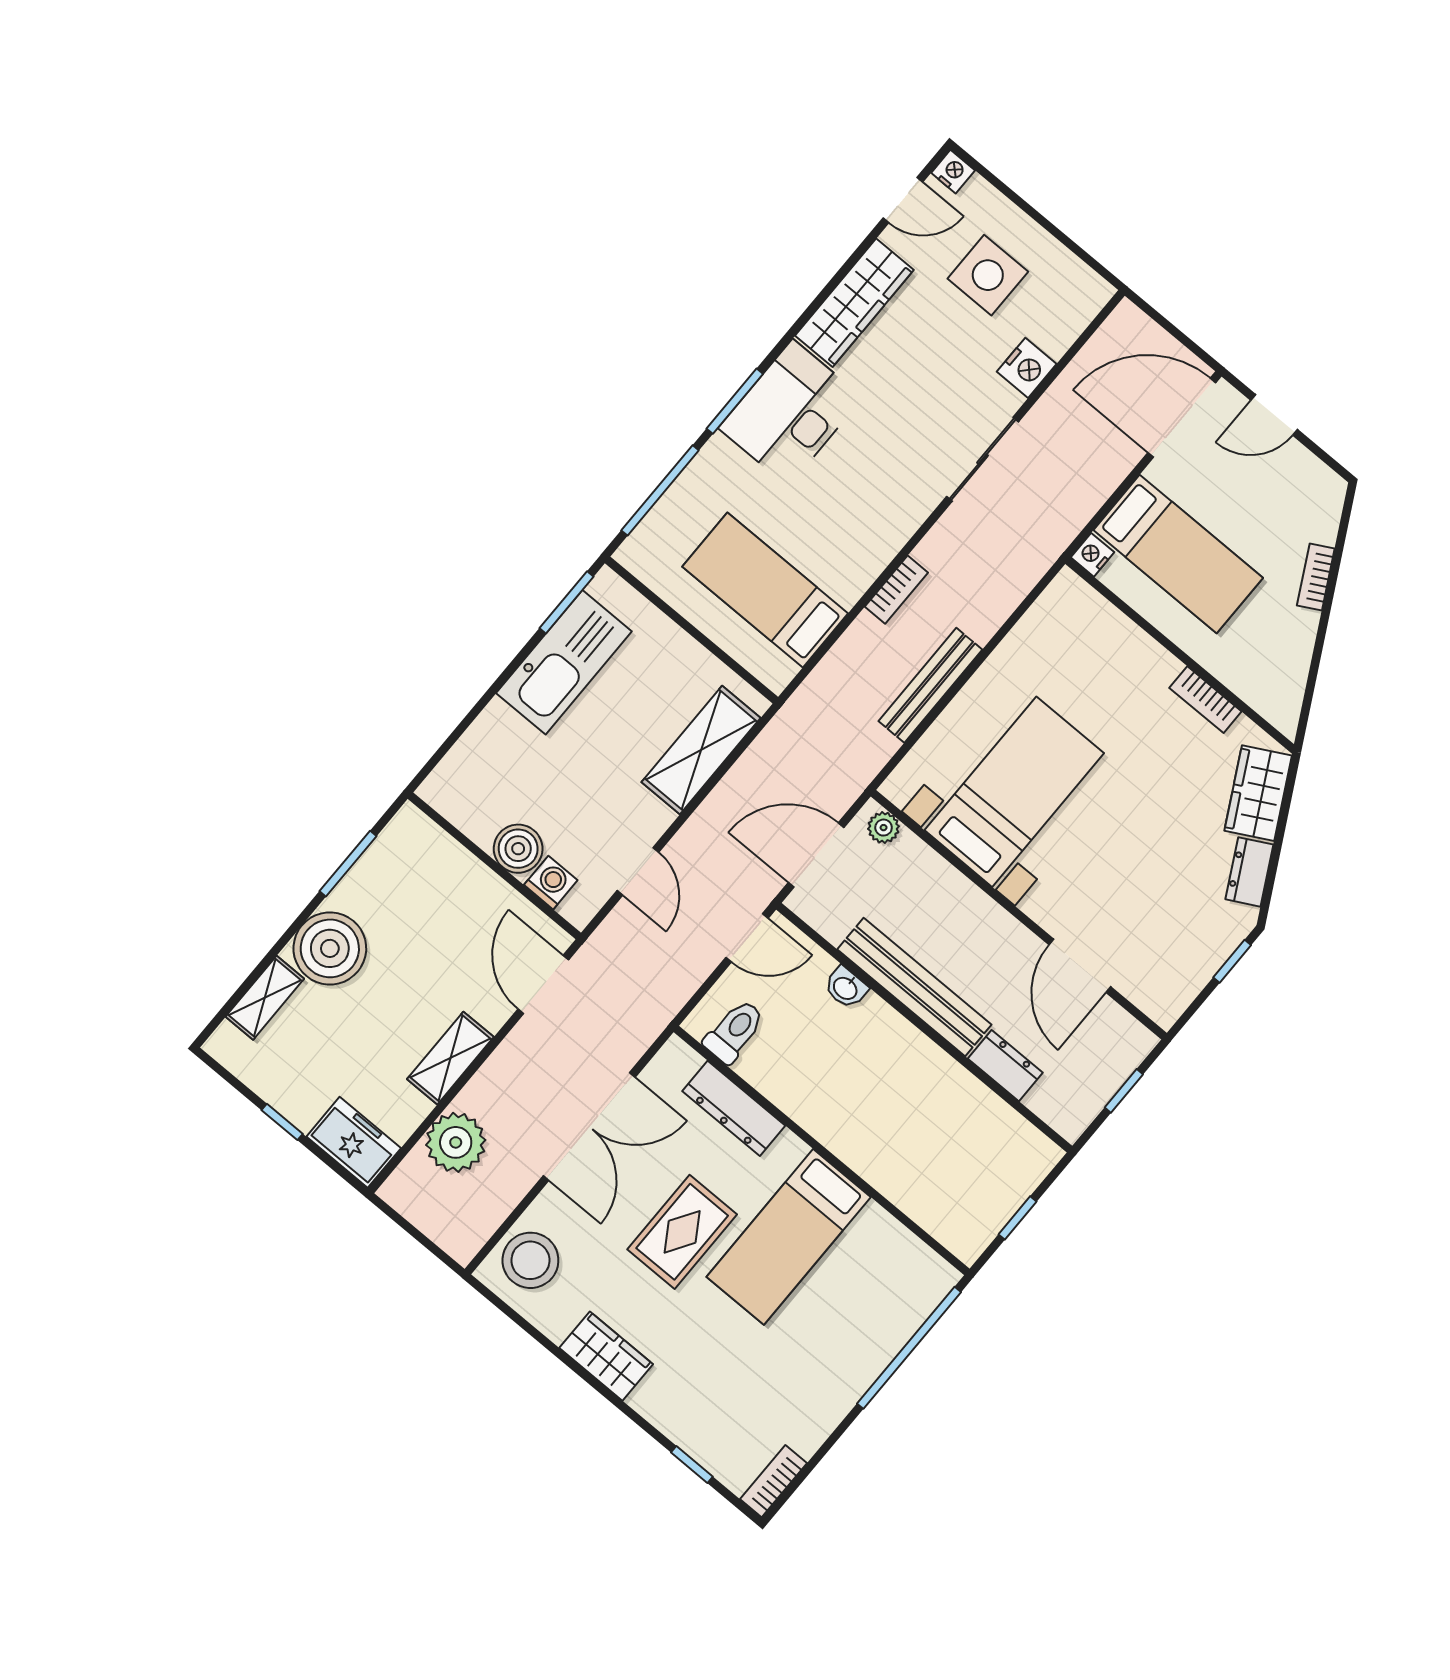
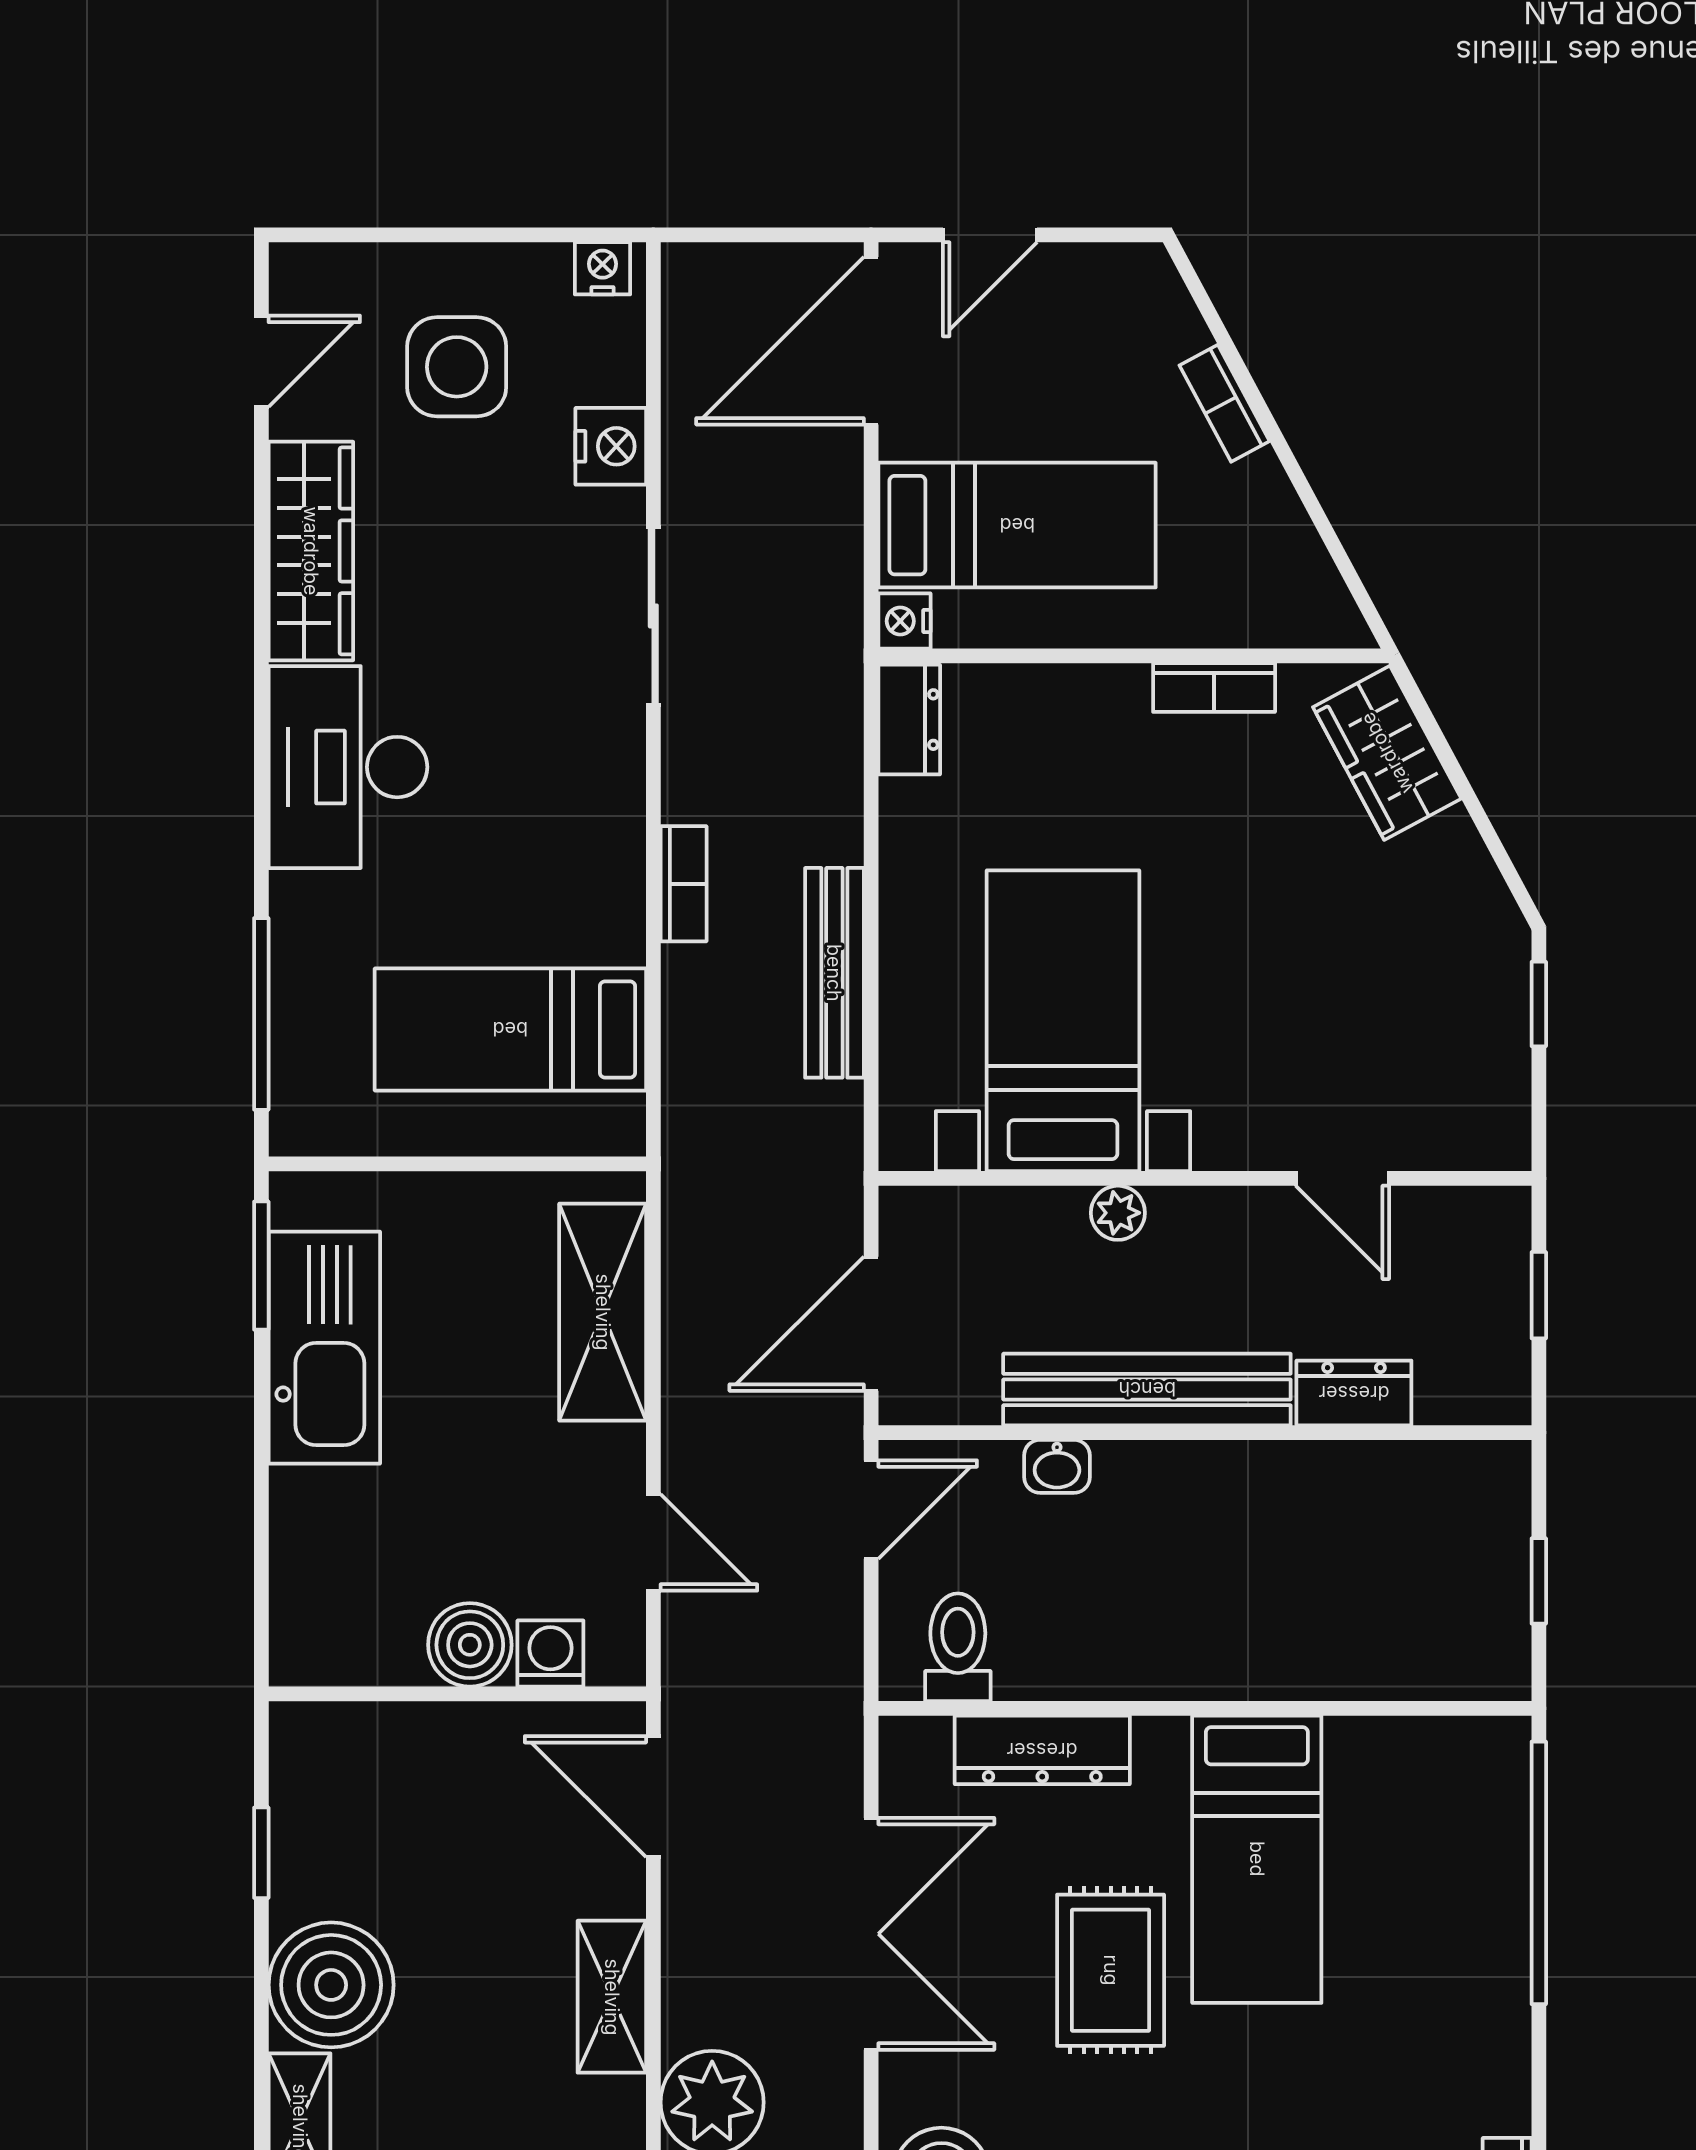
nightstand: (953, 172) -> (603, 268), moved
window: (735, 401) -> (261, 813), removed
plant: (884, 828) -> (1118, 1213), moved
window: (348, 864) -> (261, 1853), width x0.67
dresser: (1249, 872) -> (909, 720), moved, turned -152
door: (1080, 966) -> (1342, 1178), width x0.73

